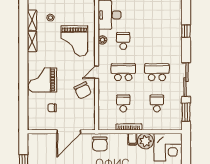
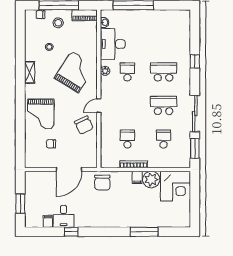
shelving: (32, 20) -> (30, 50), removed
grand piano: (74, 41) -> (75, 72), turned -148
school desk: (123, 72) -> (164, 72), moved
grand piano: (43, 80) -> (41, 114), turned -90

